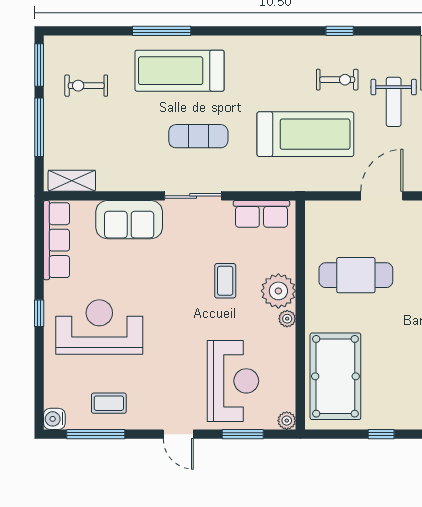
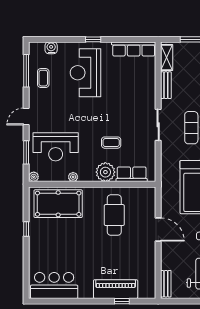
bench: (122, 182) -> (166, 85), added
row of seats: (261, 214) -> (132, 174), moved, turned 90
sofa: (129, 220) -> (145, 89), removed
plant: (287, 319) -> (73, 177), moved
reception desk: (99, 327) -> (85, 73), turned 180
water cooler: (54, 419) -> (51, 48), moved

